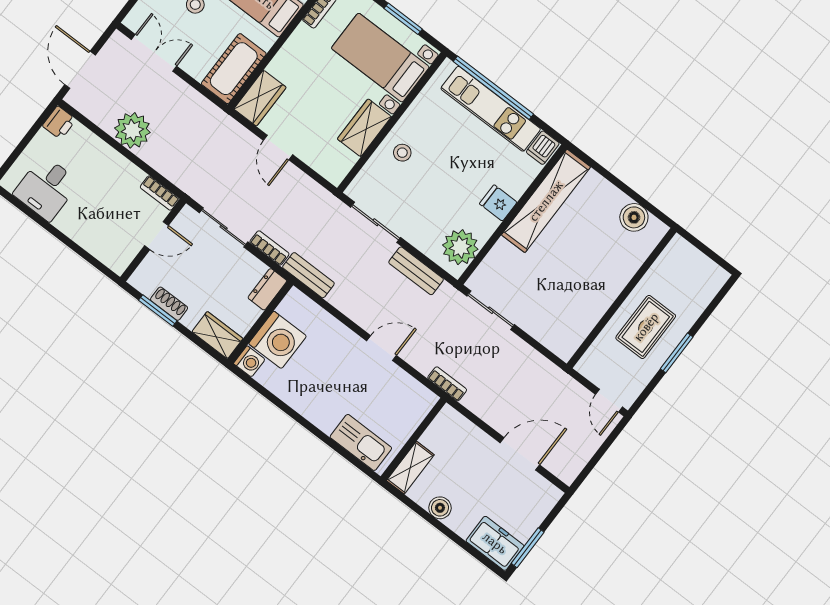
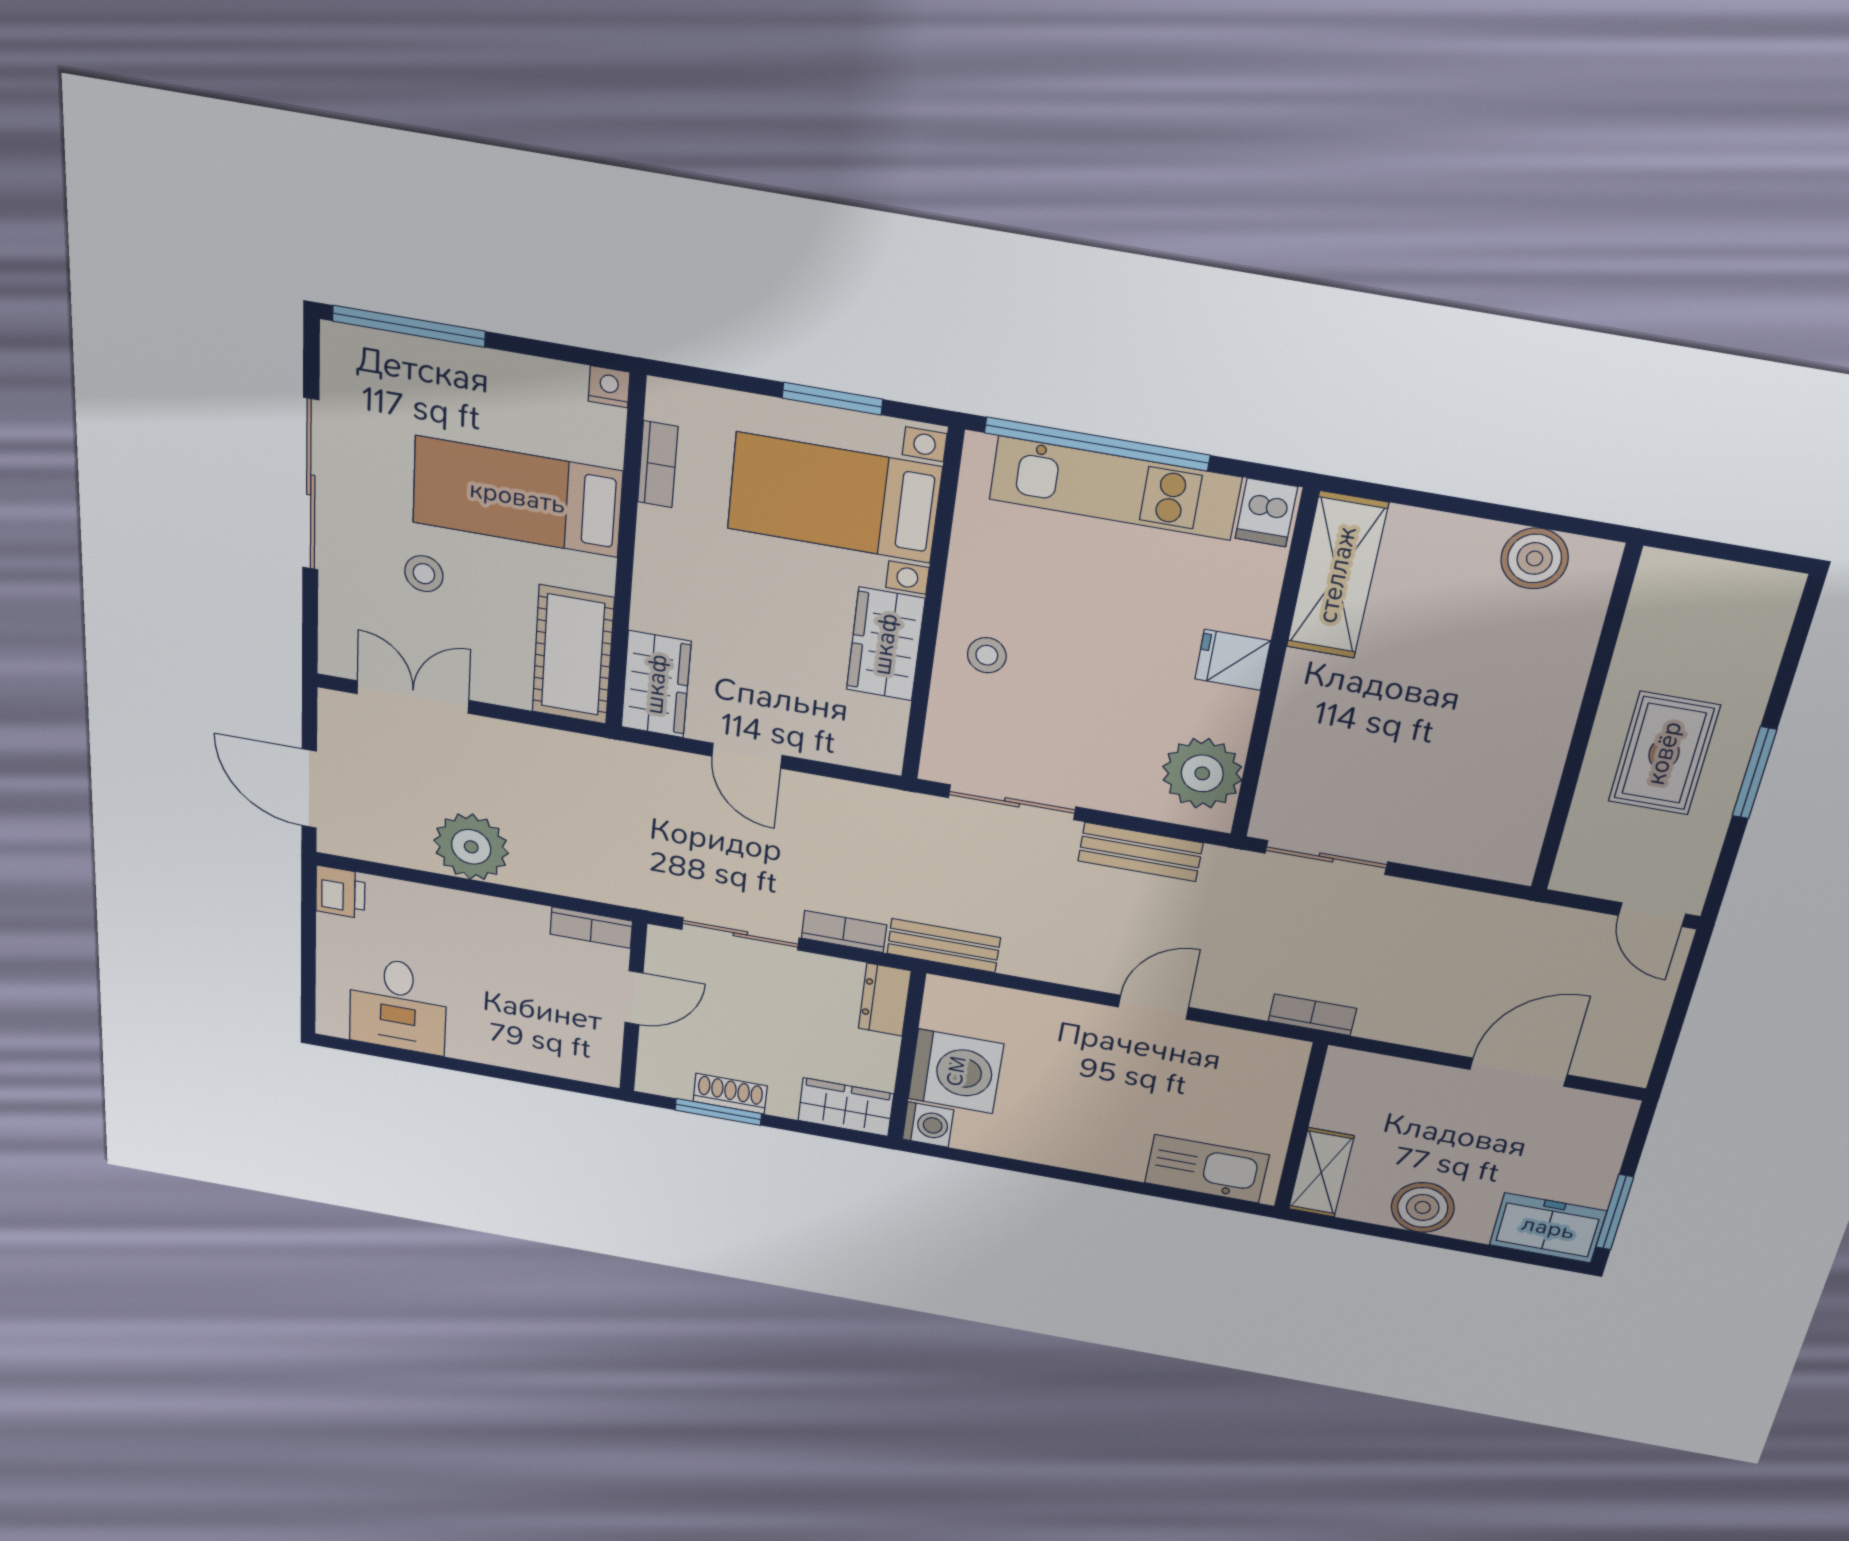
shelving: (546, 201) -> (1337, 575), width x0.68
boiler: (440, 508) -> (1423, 1207), width x1.36, depth x1.36

